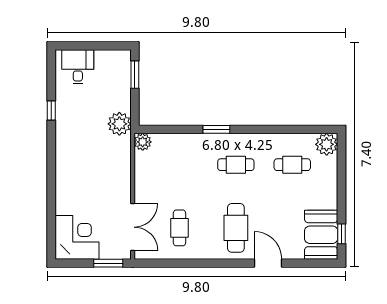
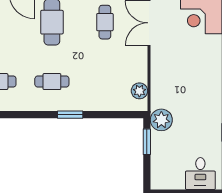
window: (135, 75) -> (147, 142), moved
plant: (143, 142) -> (139, 91), moved

